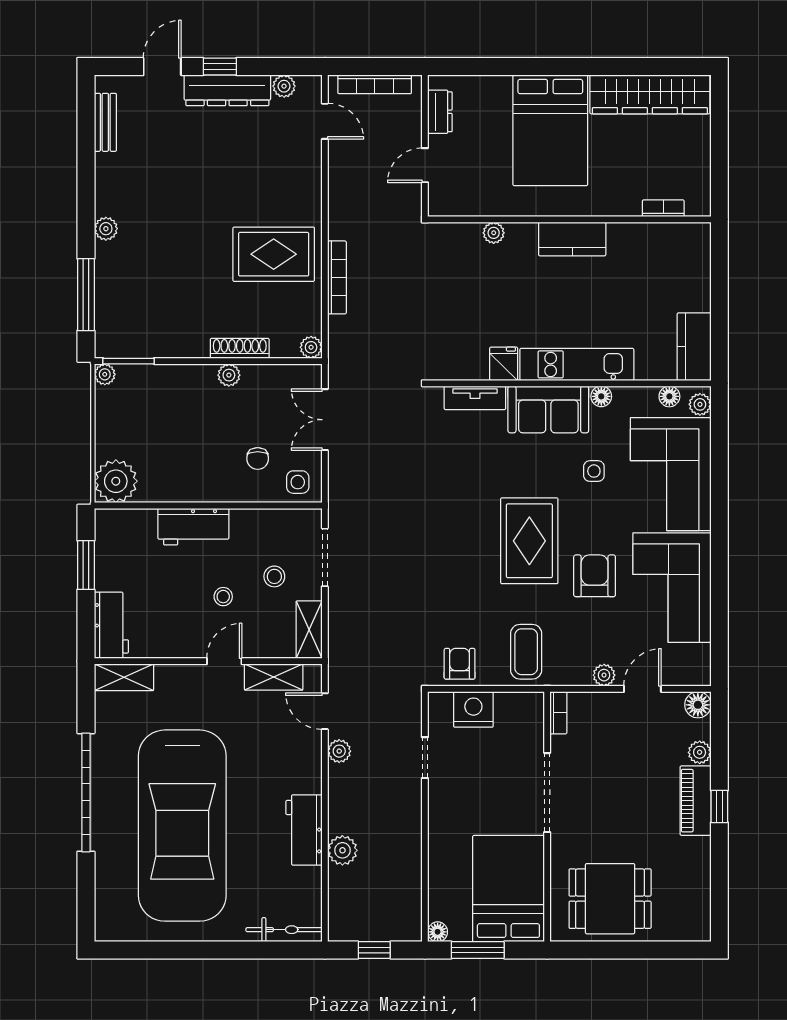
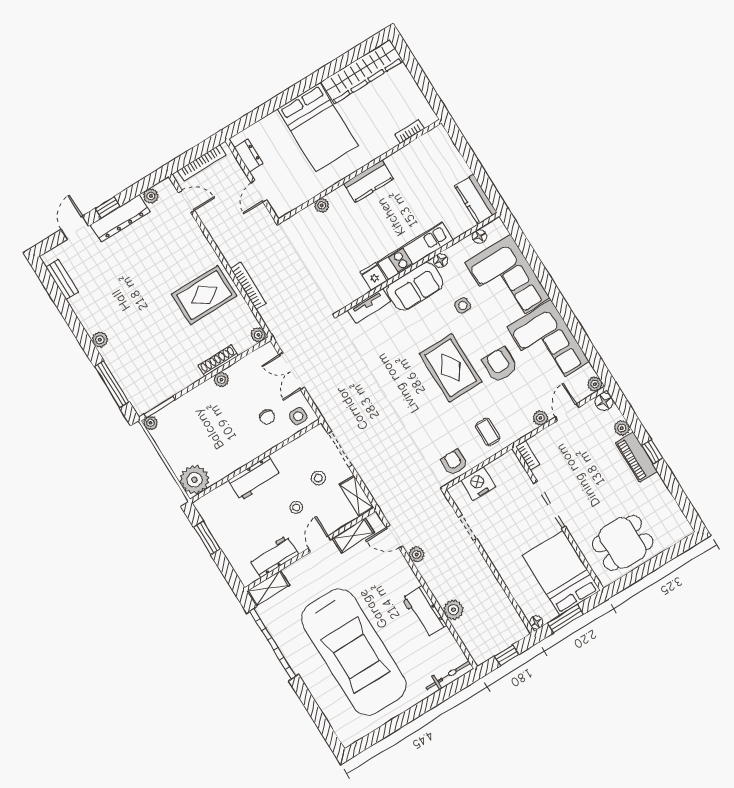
plant: (700, 404) -> (595, 384), moved
workbench: (111, 625) -> (274, 557), moved, turned -90
coffee table: (526, 652) -> (488, 432), width x0.73, depth x0.77
garage door: (86, 792) -> (273, 644), moved

